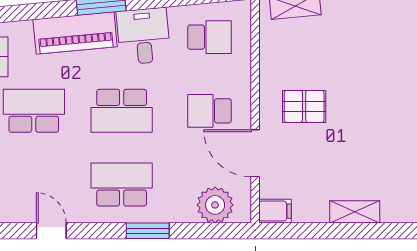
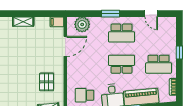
pallet: (304, 106) -> (47, 82), moved, turned 90
school desk: (209, 111) -> (84, 64), removed
door: (255, 153) -> (65, 46), hinge flipped

